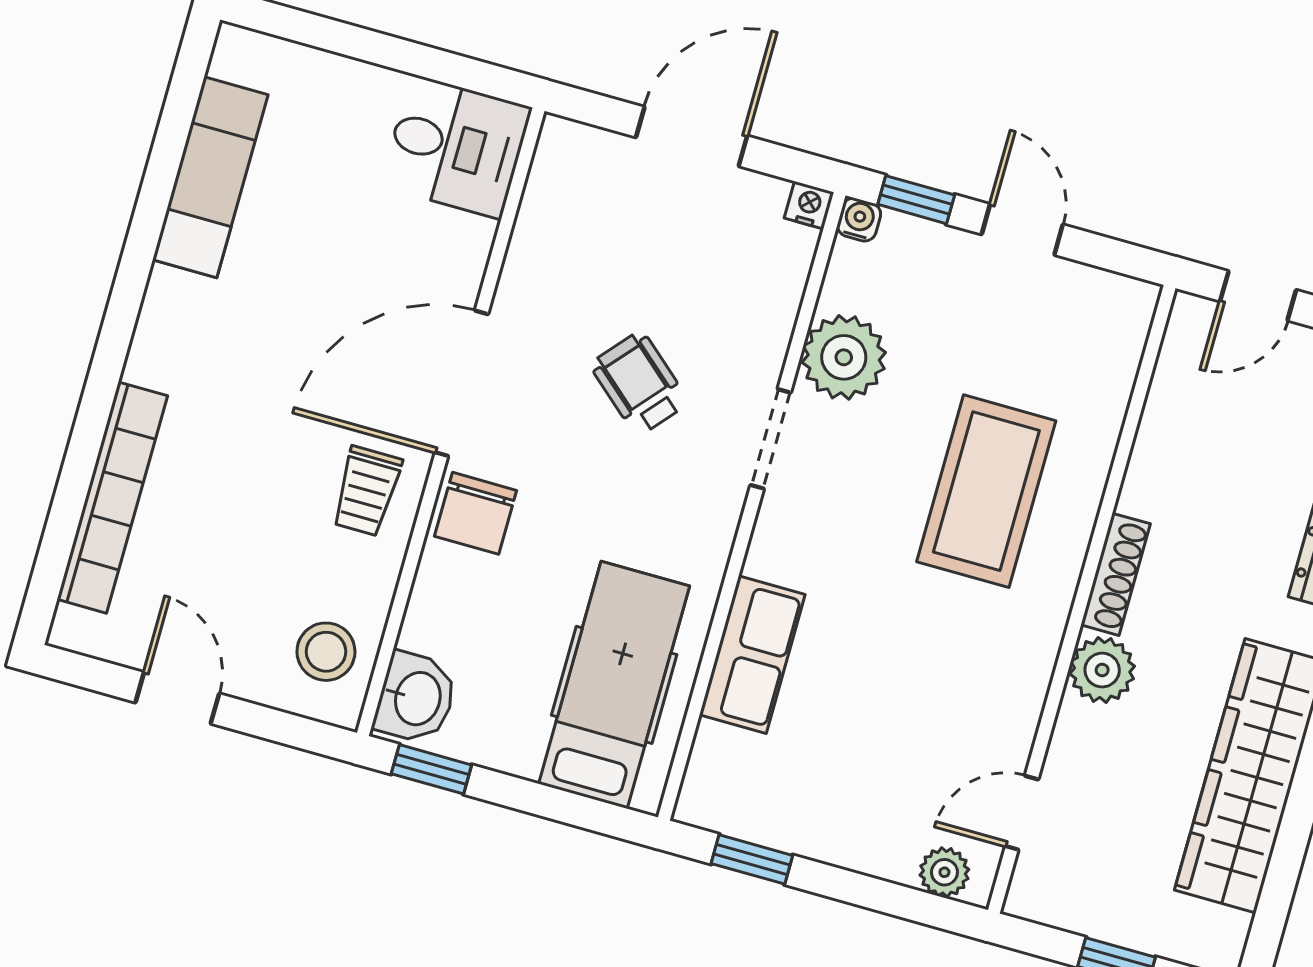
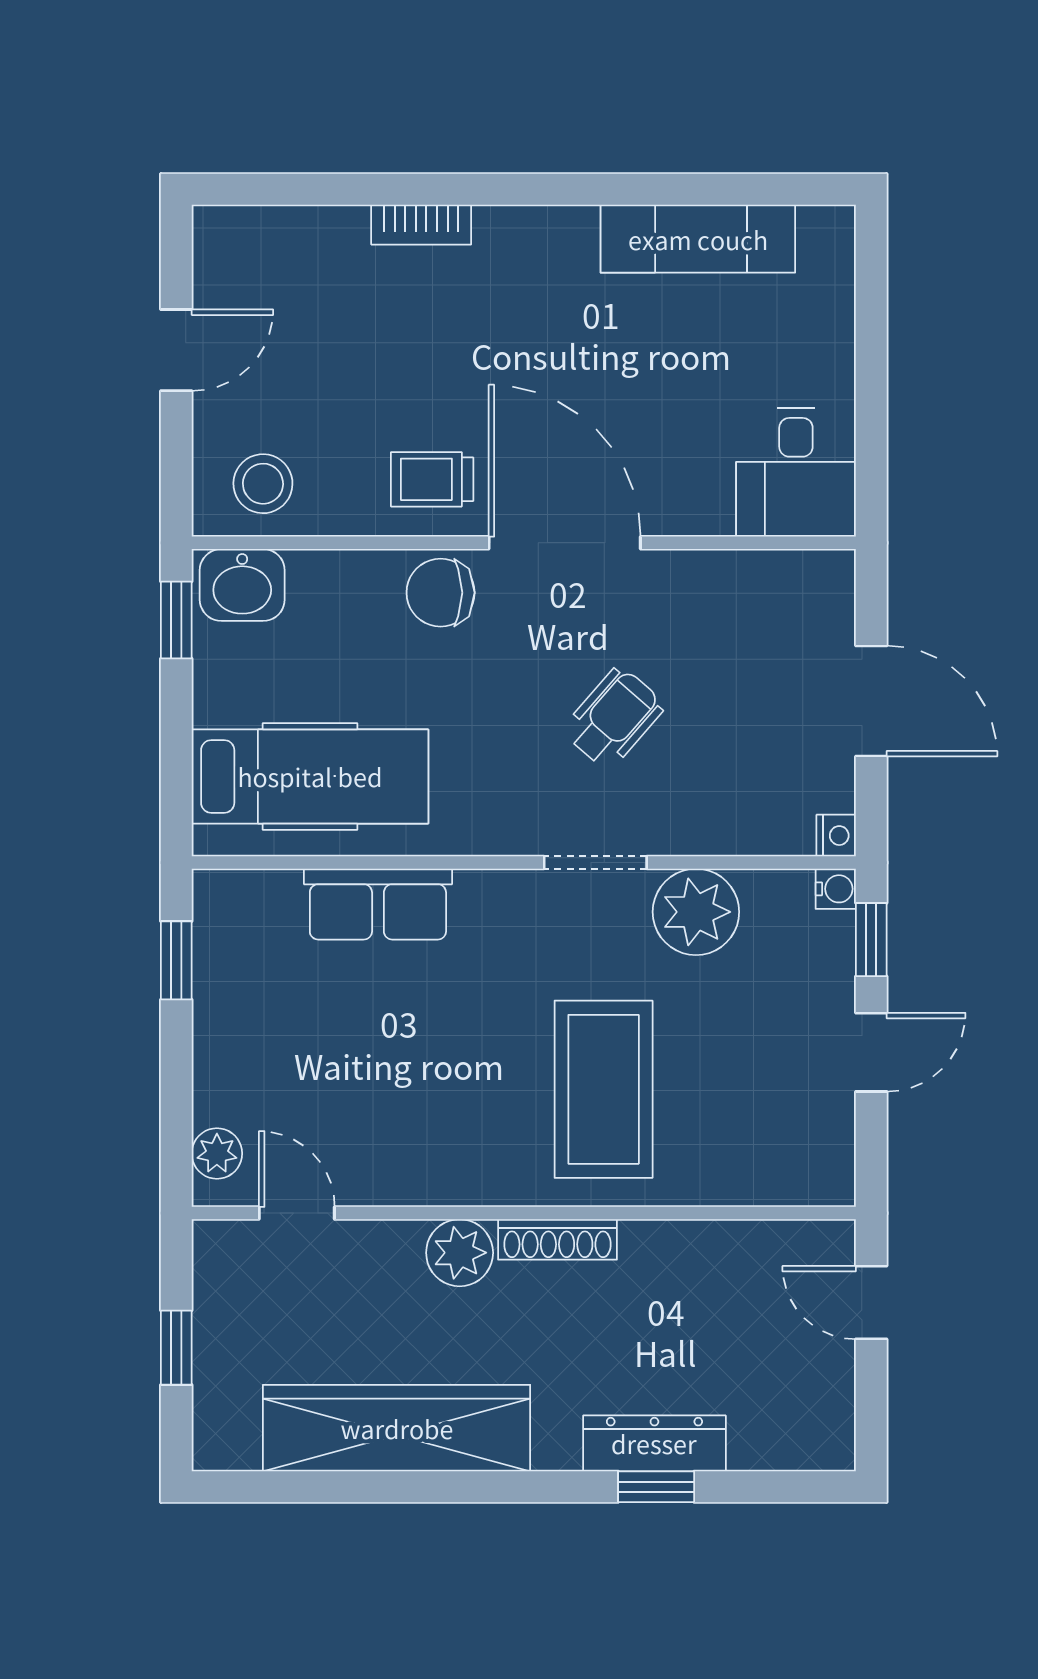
coffee table: (986, 491) -> (604, 1089), turned 90
bookcase: (112, 498) -> (421, 225), width x0.43, depth x0.76

